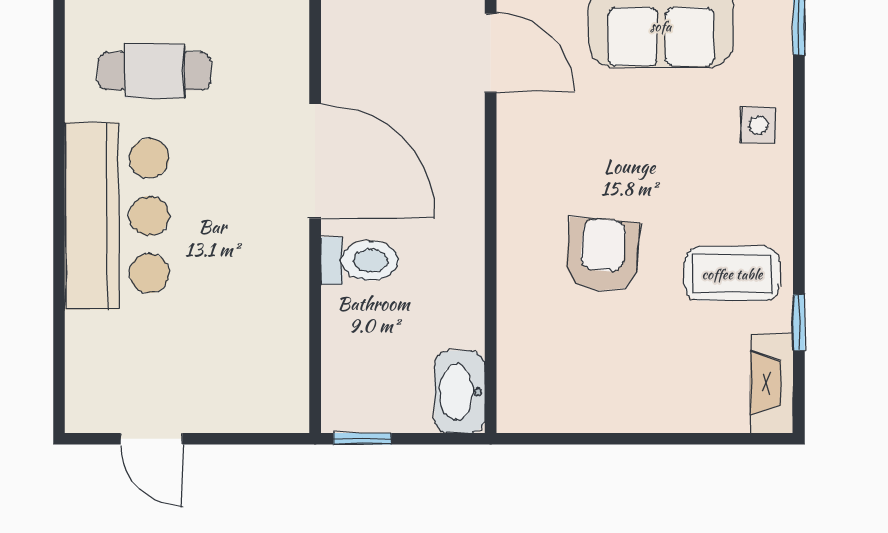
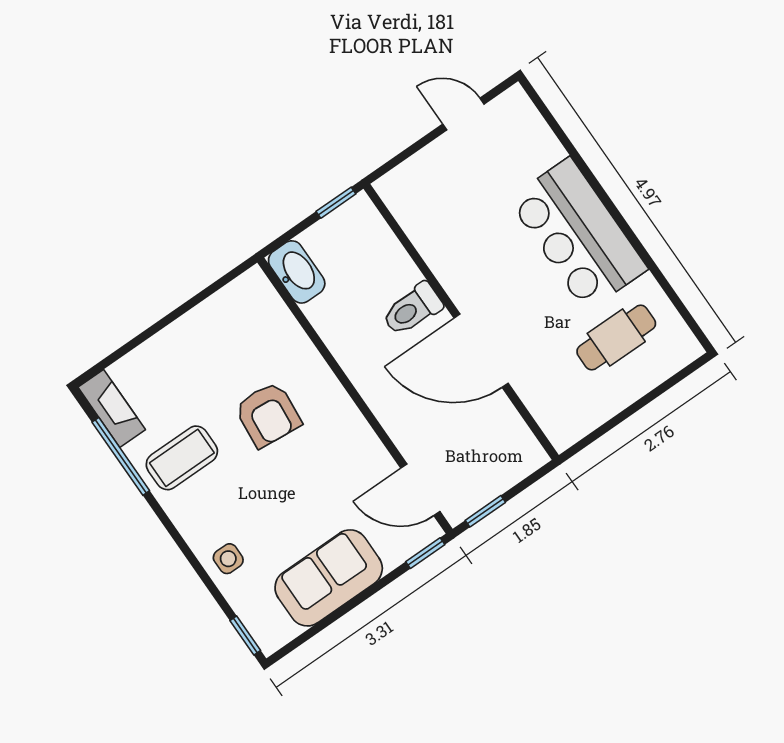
window: (799, 322) -> (121, 456), width x2.17

